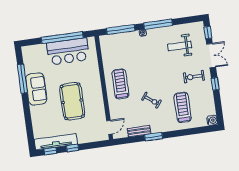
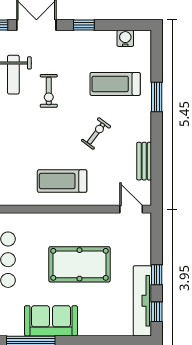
exercise bike: (194, 77) -> (49, 91), moved
water cooler: (212, 120) -> (125, 38), moved
window: (154, 137) -> (157, 97), moved

